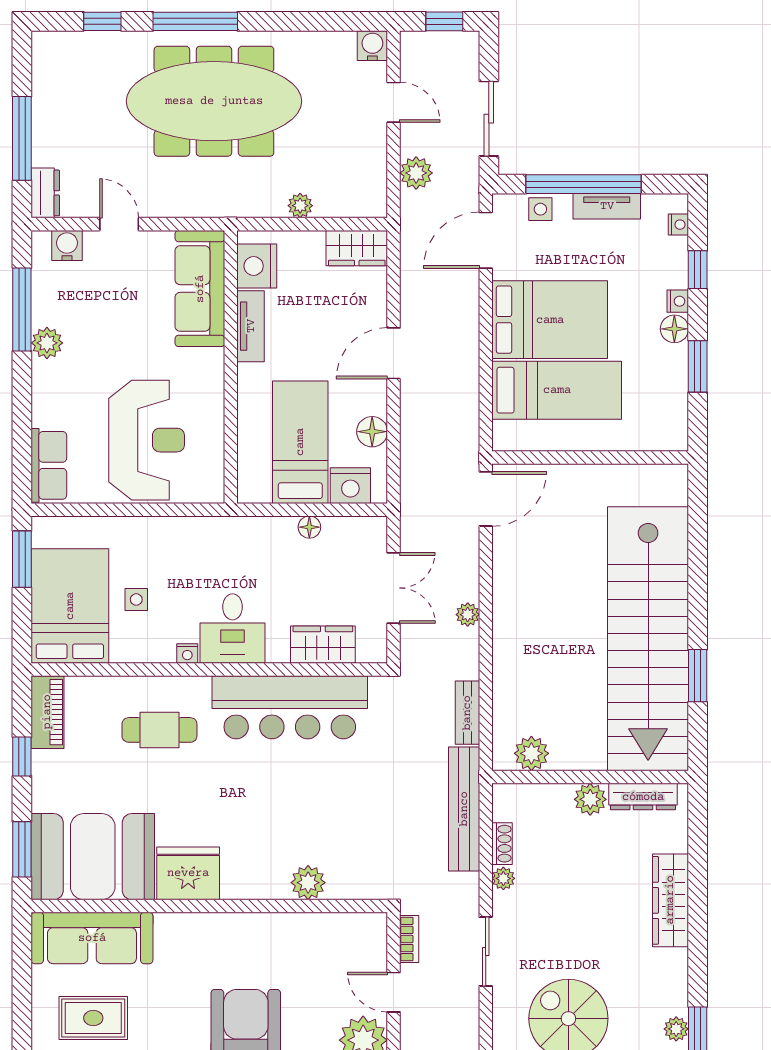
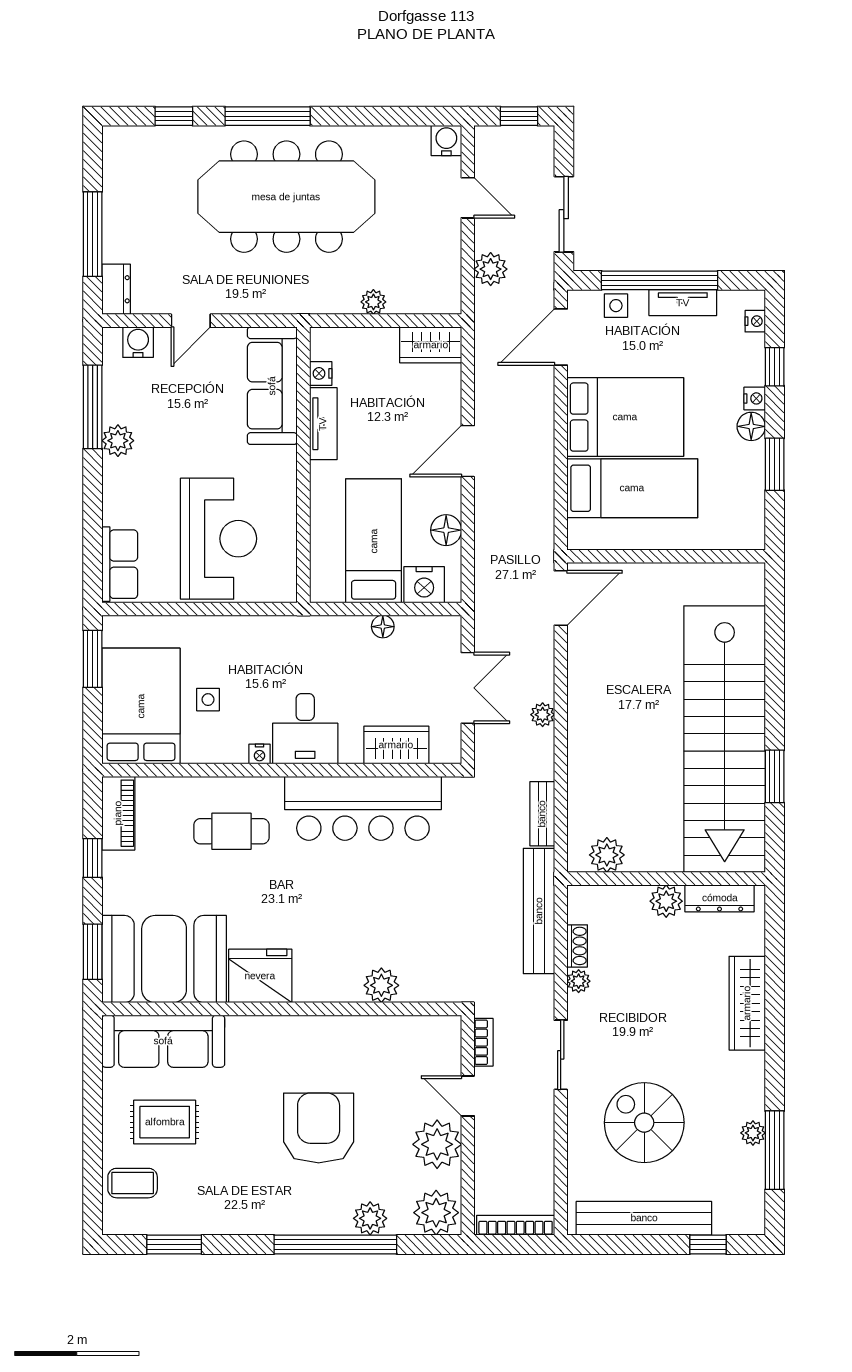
door: (119, 224) -> (191, 321), swing flipped
nightstand: (257, 266) -> (321, 373), width x0.53, depth x0.56

